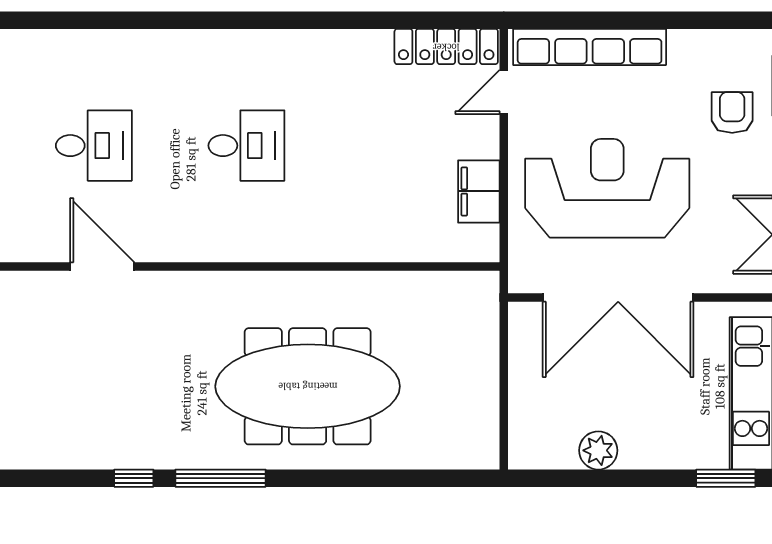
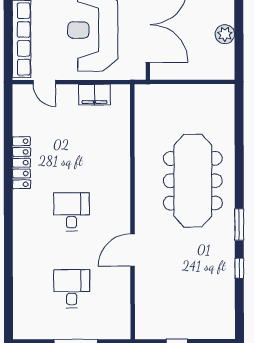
locker: (446, 47) -> (22, 163), moved
door: (102, 266) -> (133, 250), moved
window: (221, 478) -> (239, 225), width x0.69

